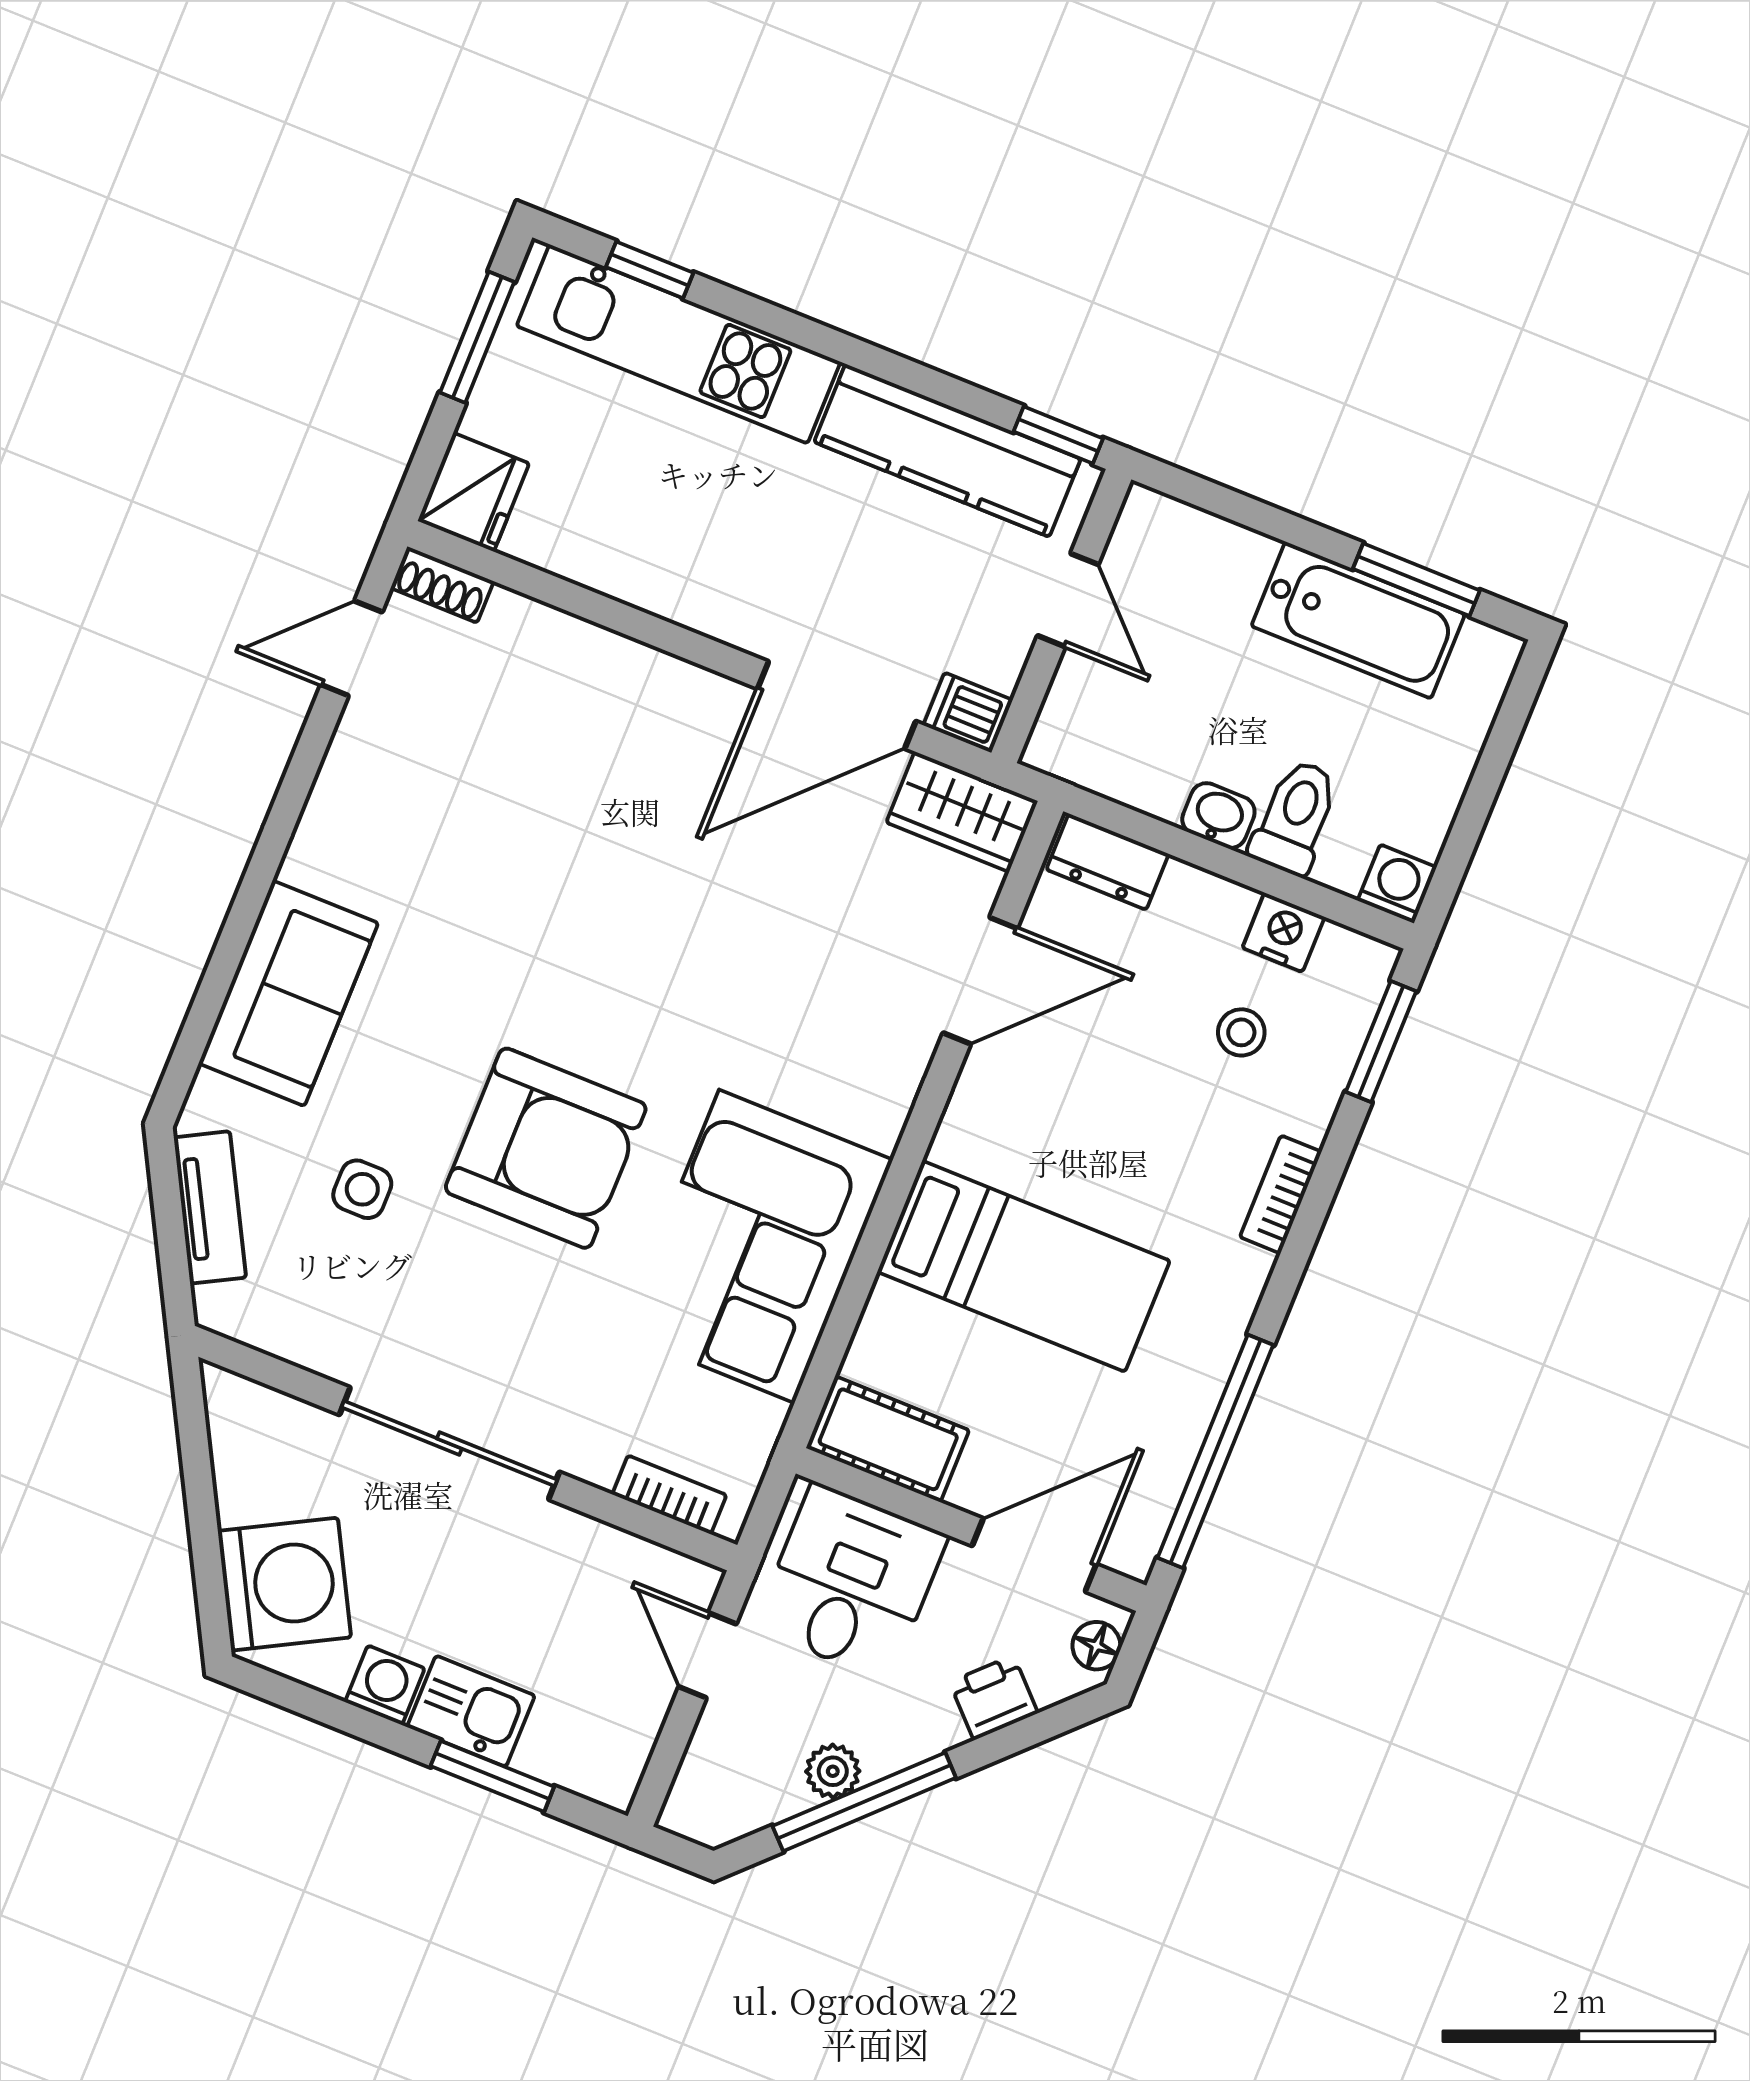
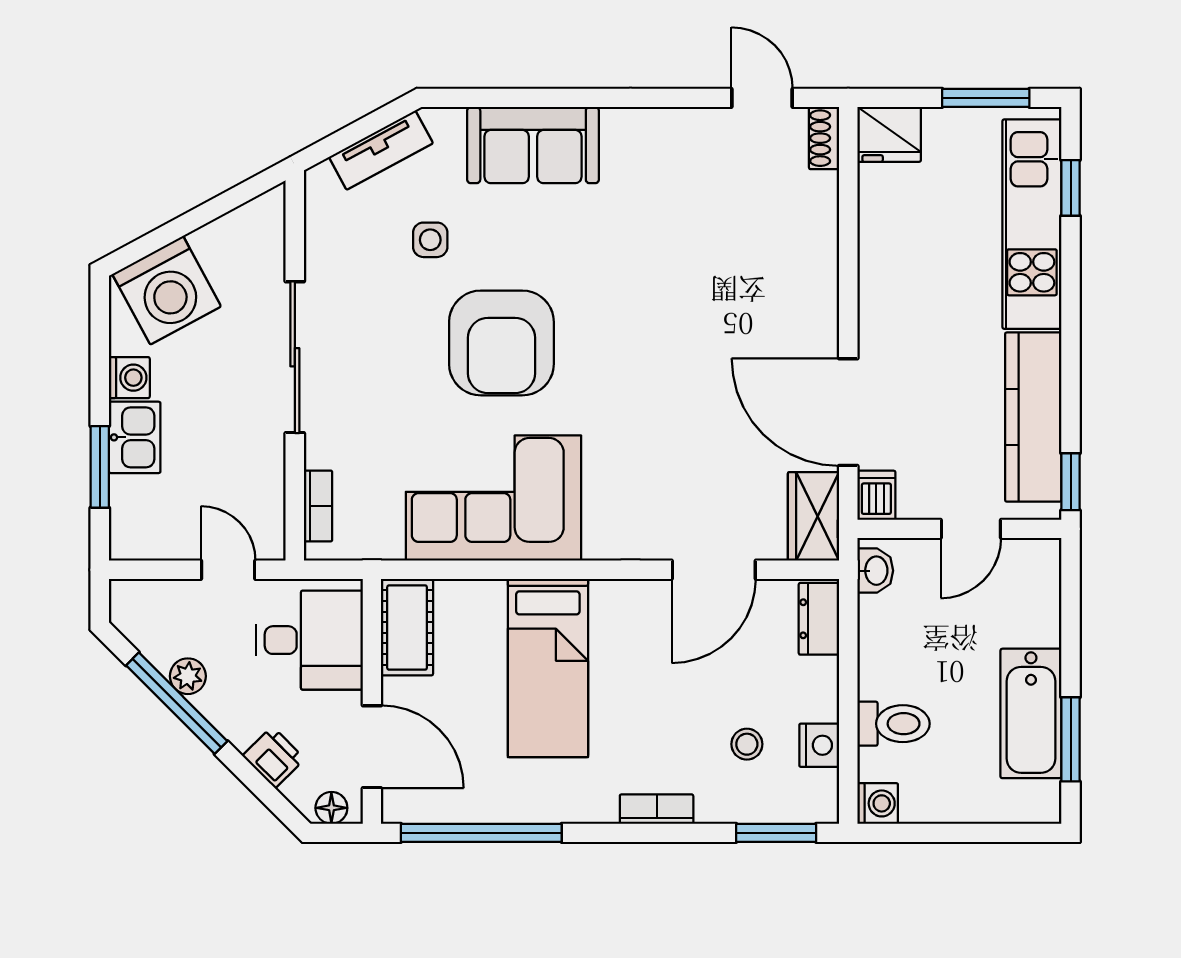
washbasin: (1218, 816) -> (875, 571), moved
door: (980, 981) -> (714, 570), hinge flipped
door: (707, 1655) -> (228, 570), hinge flipped

